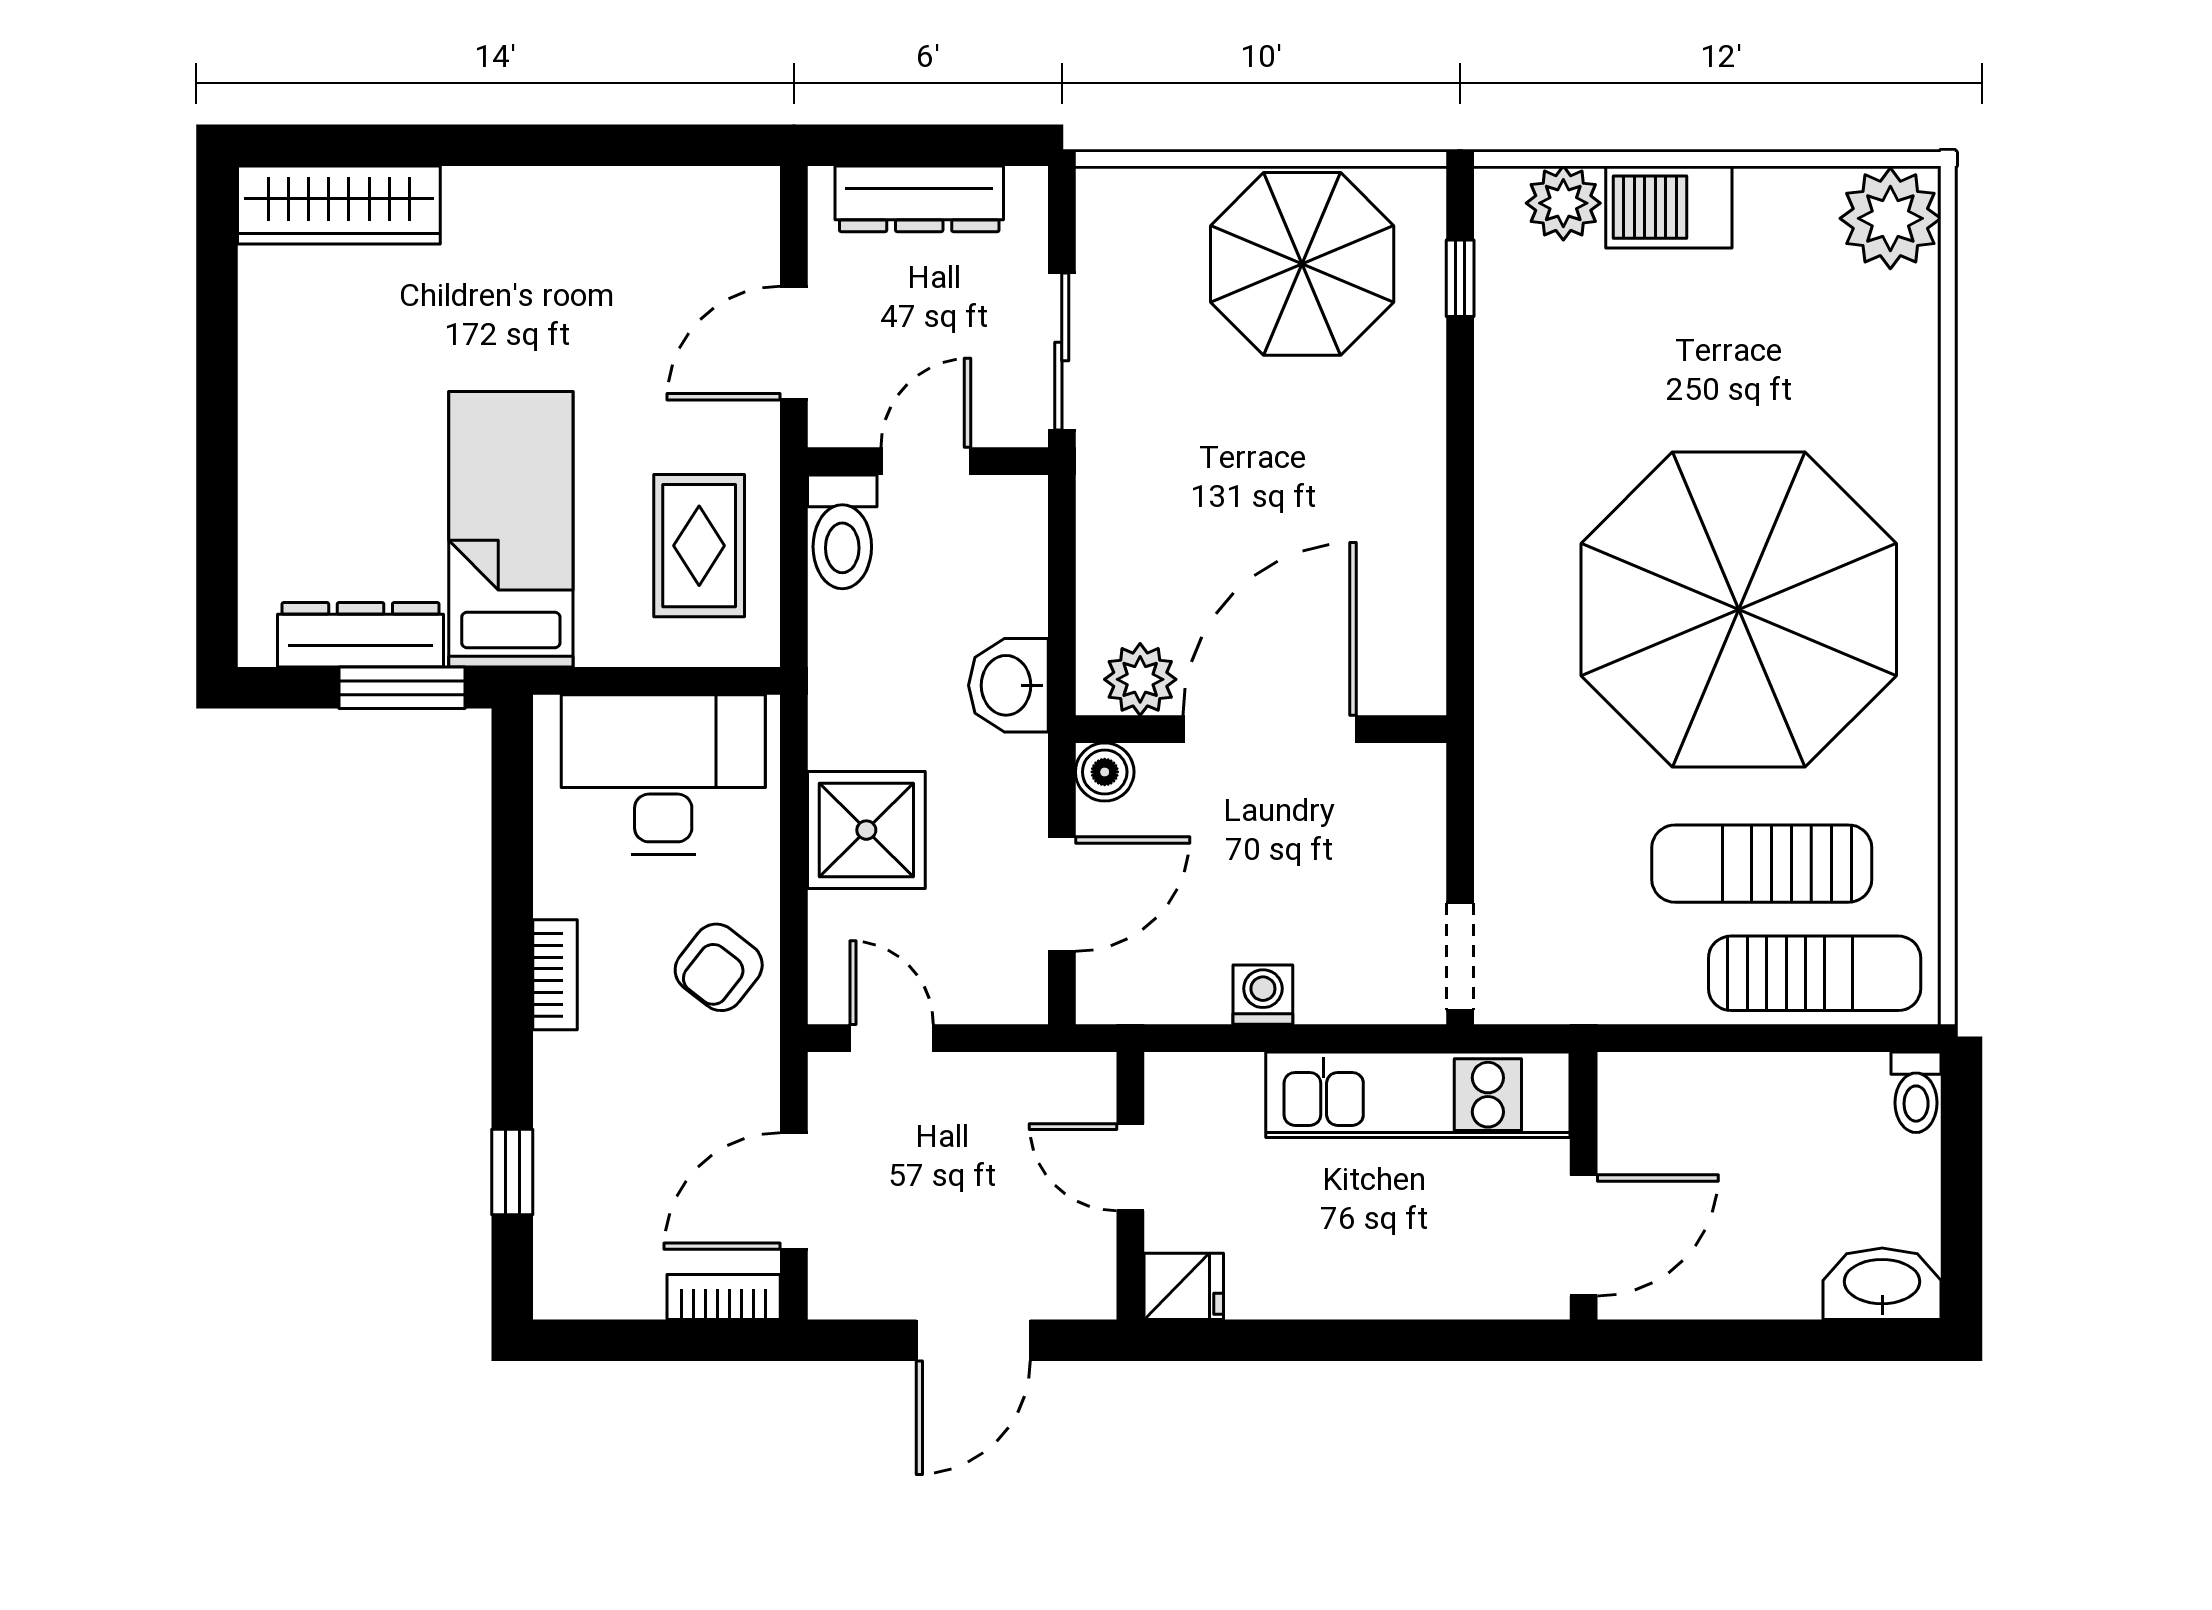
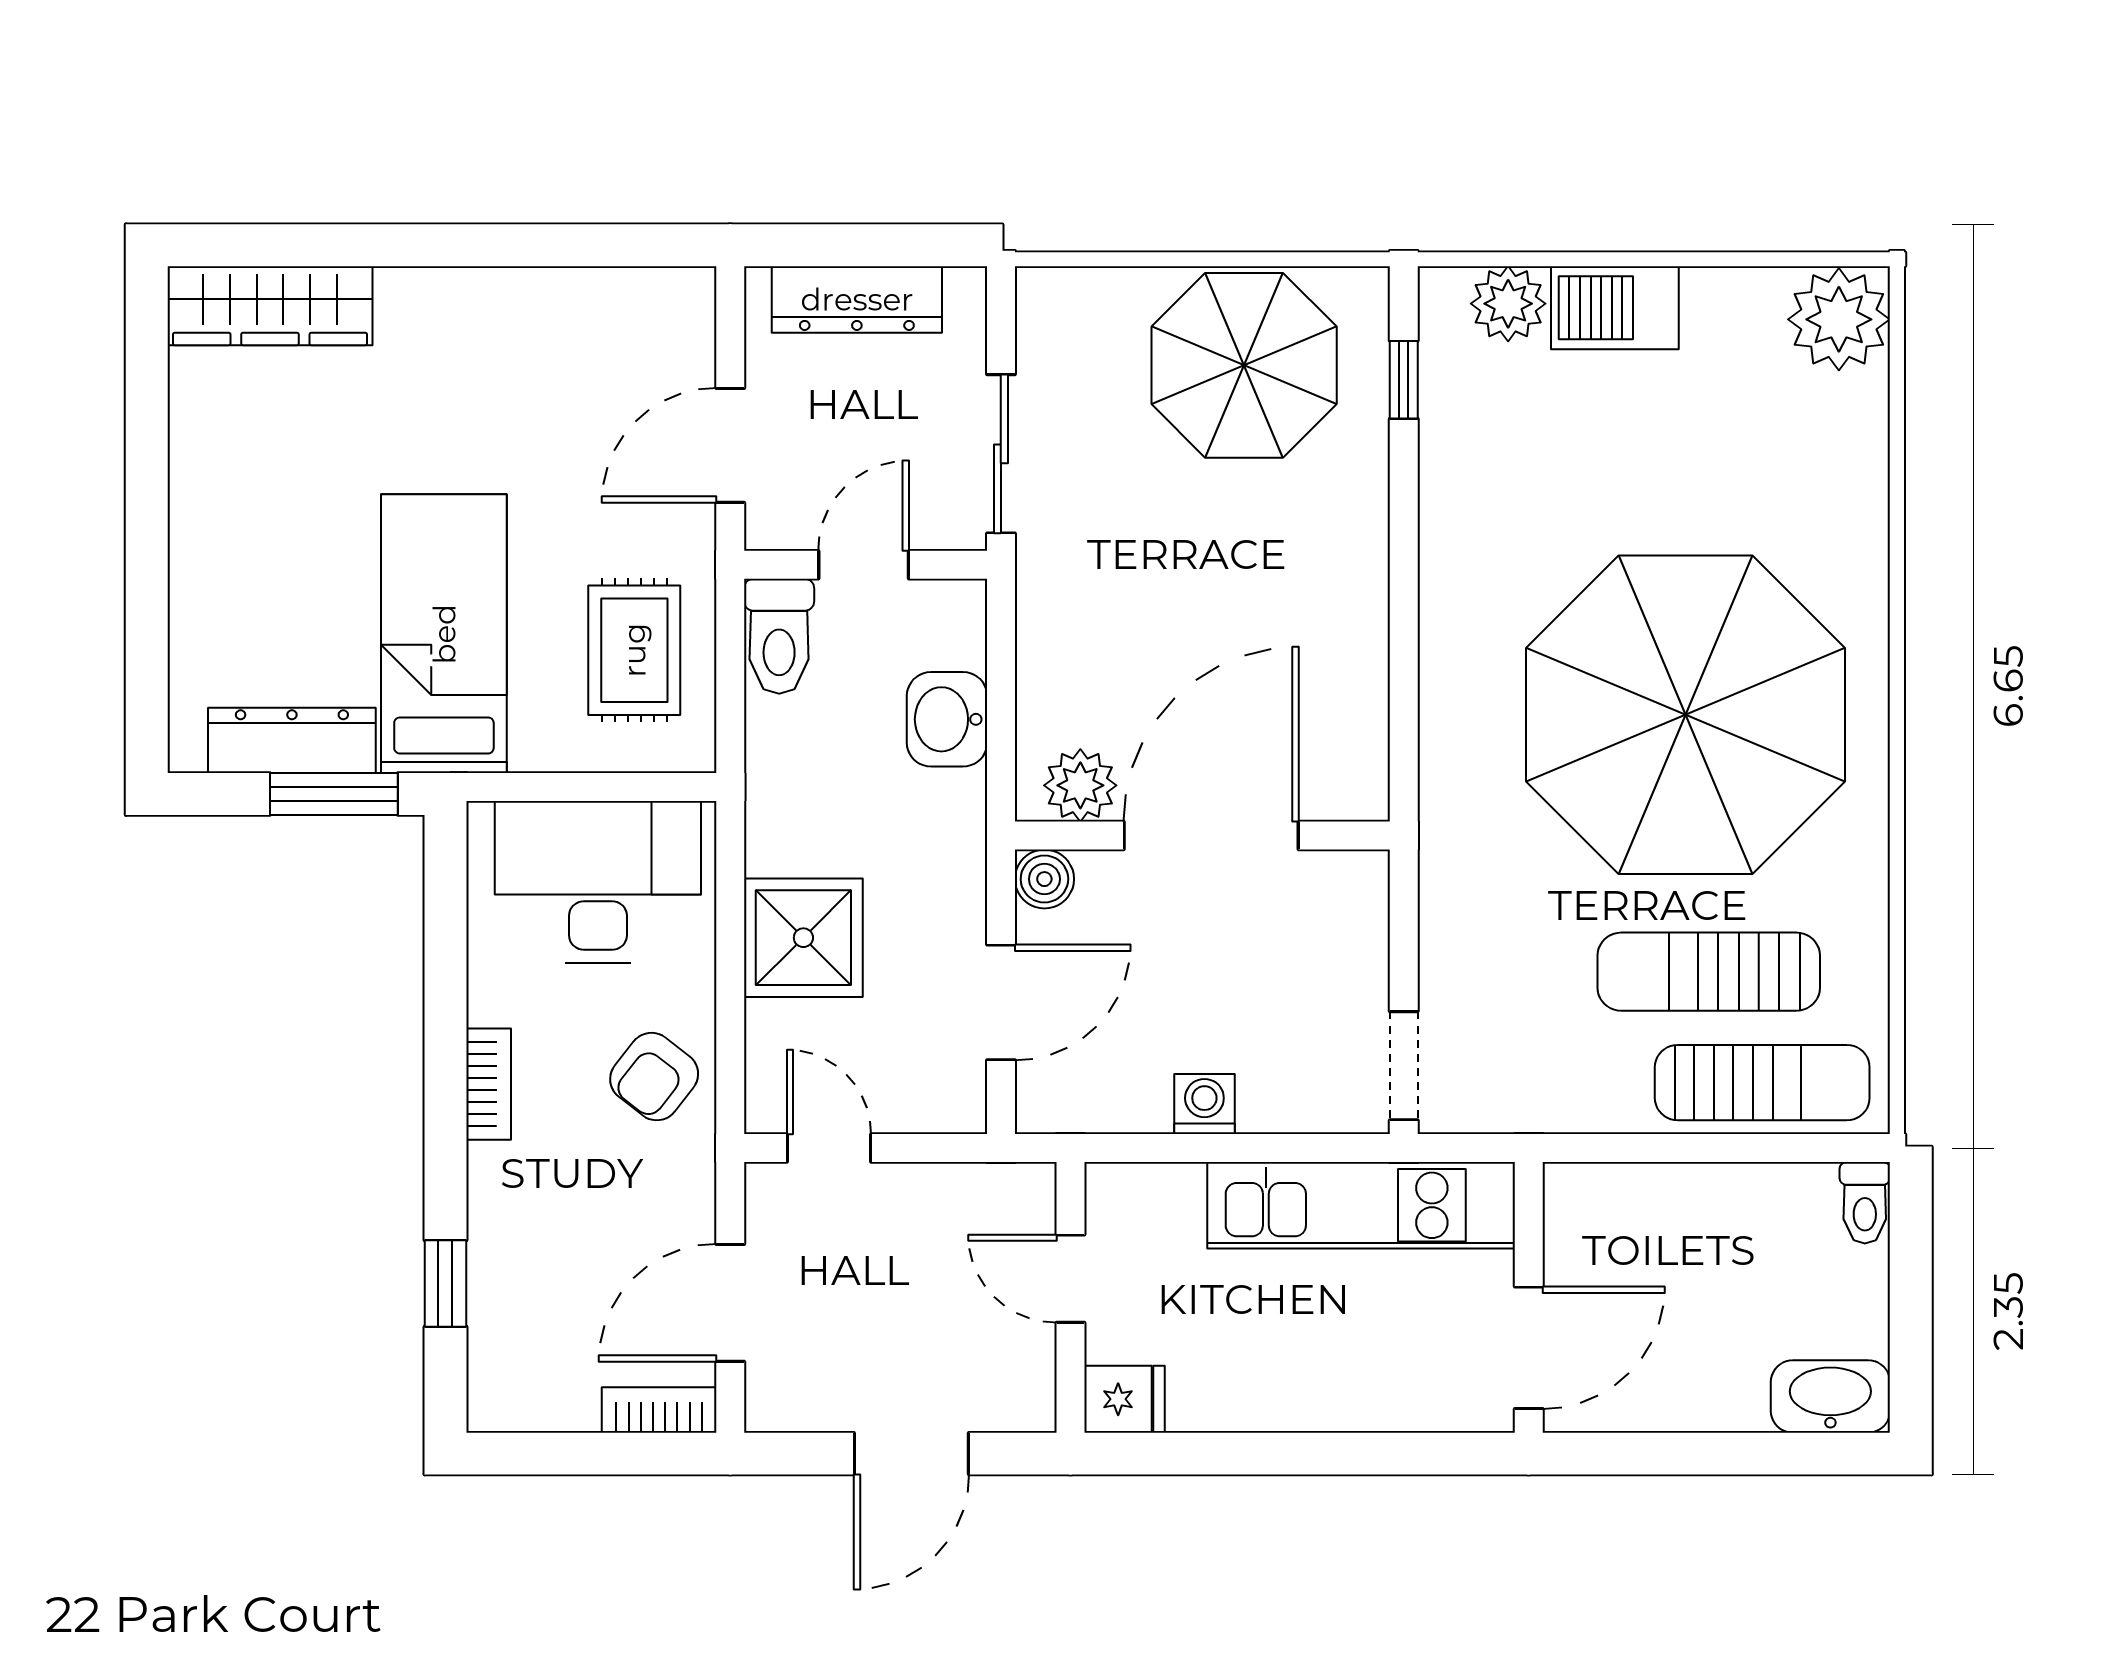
washbasin: (1008, 685) -> (947, 719), moved

